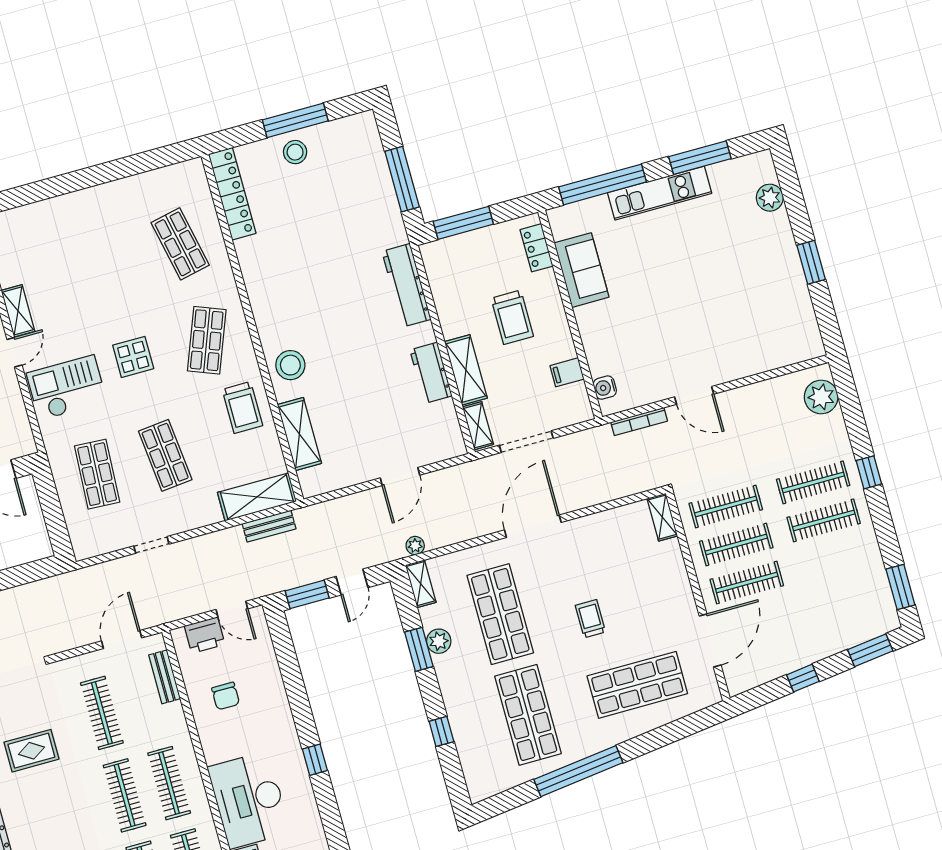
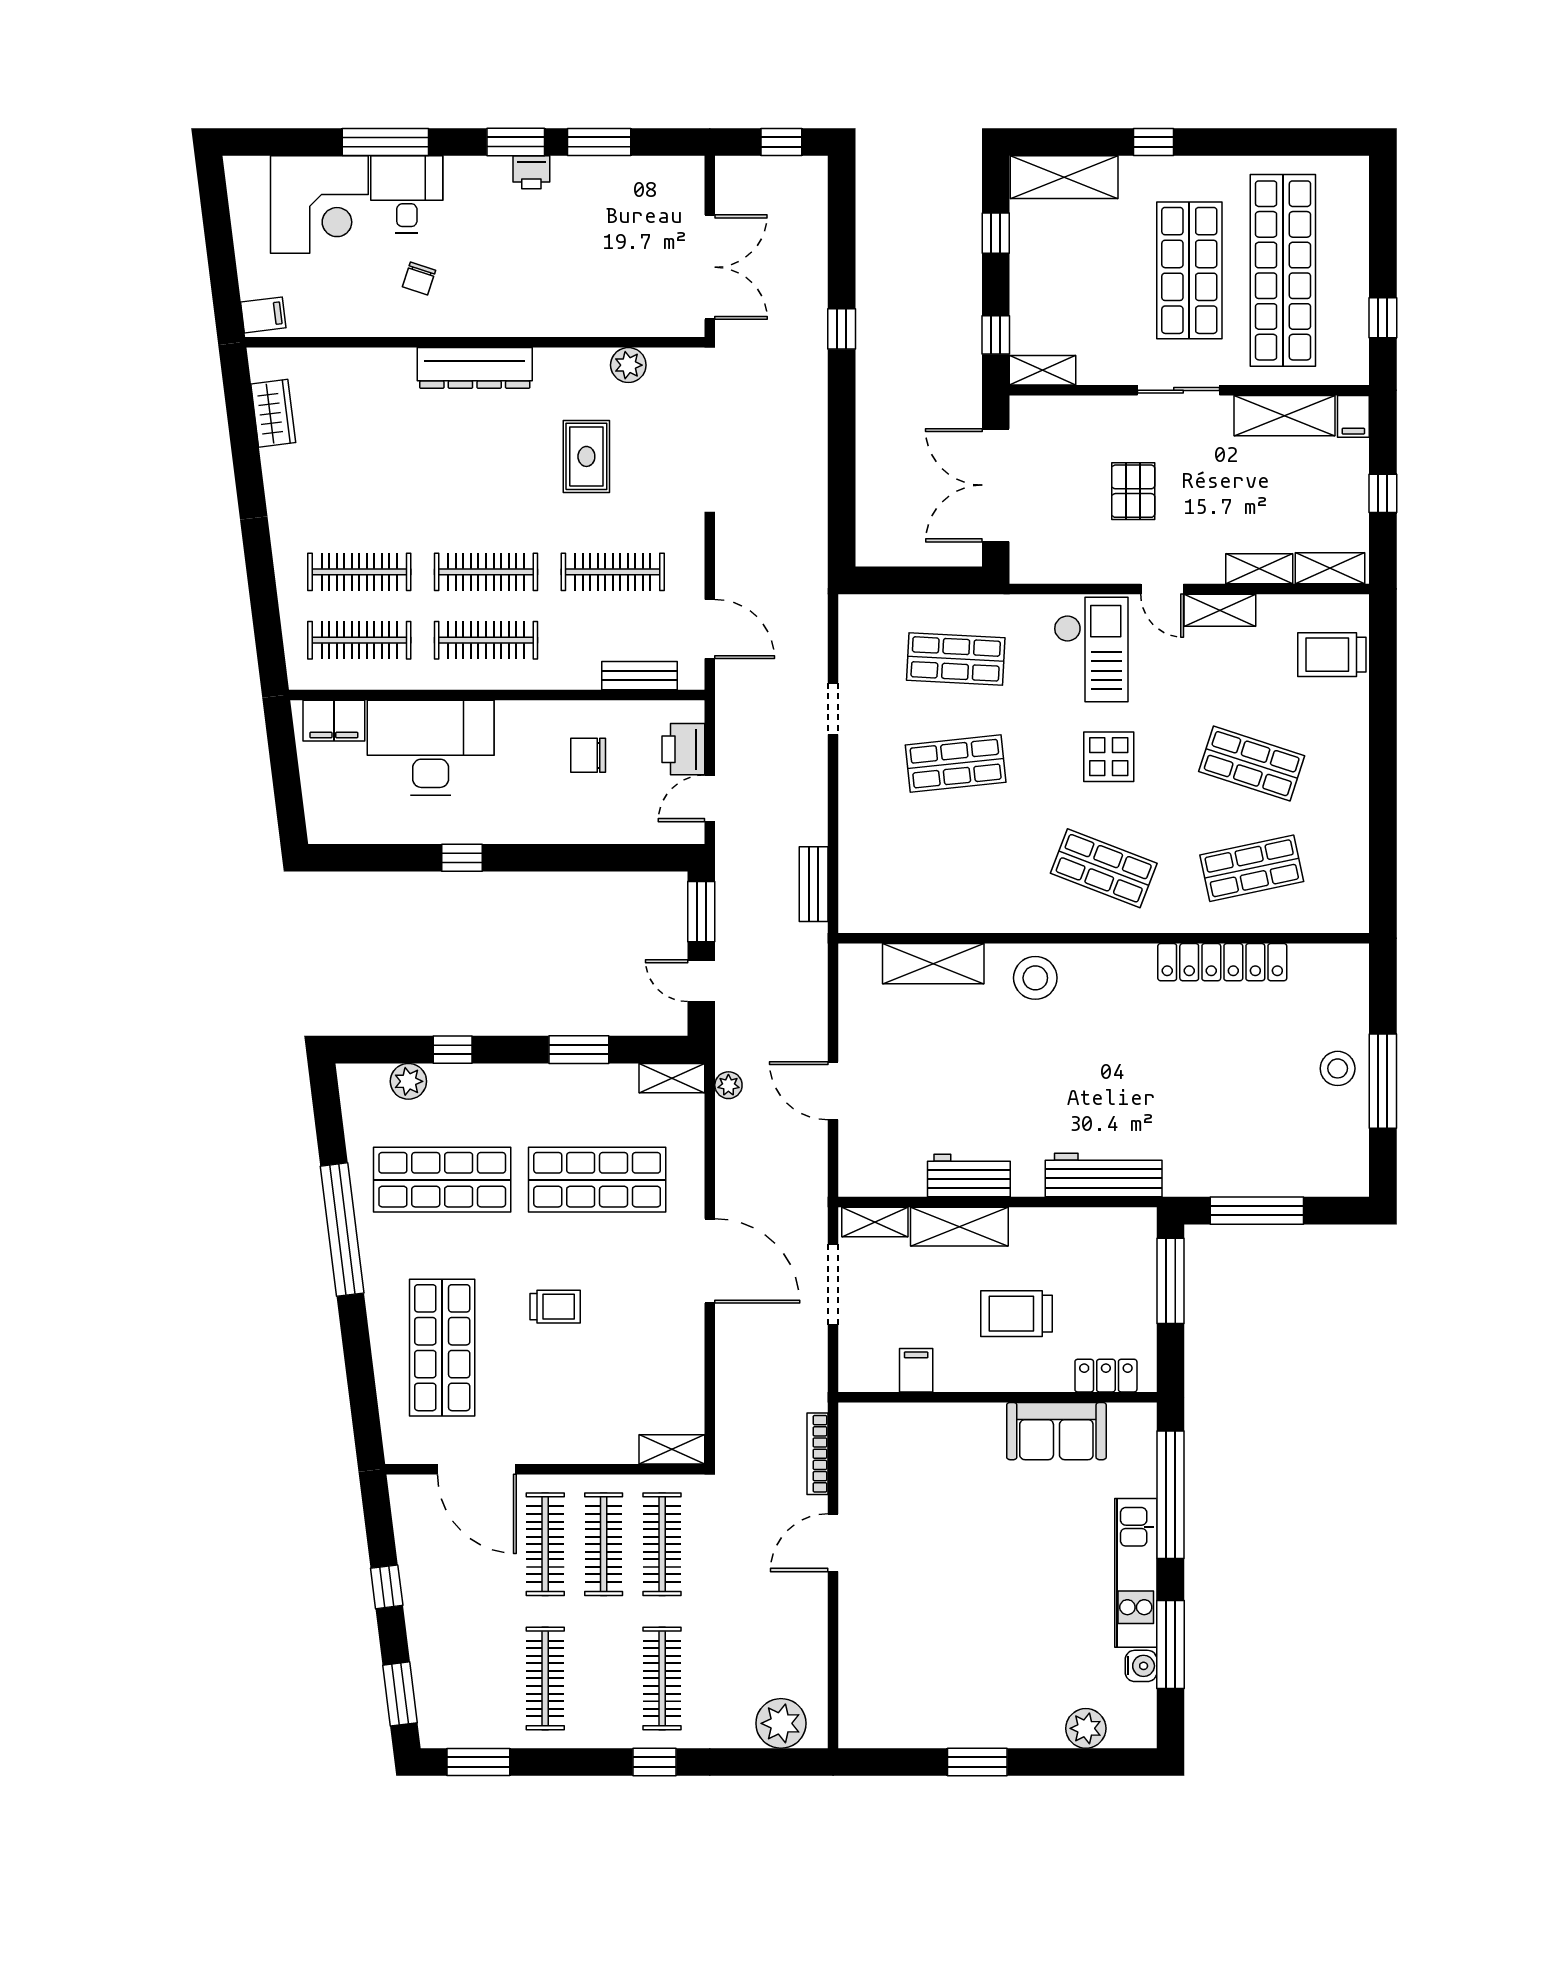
locker: (232, 194) -> (1222, 962), moved
shop shelf: (112, 263) -> (1252, 764), added
water cooler: (605, 388) -> (1141, 1666), moved, turned 90
trolley: (242, 407) -> (1332, 655), moved
shelving: (257, 497) -> (860, 878), removed
clothes rail: (824, 520) -> (545, 1678), moved
plant: (439, 641) -> (408, 1081), moved

